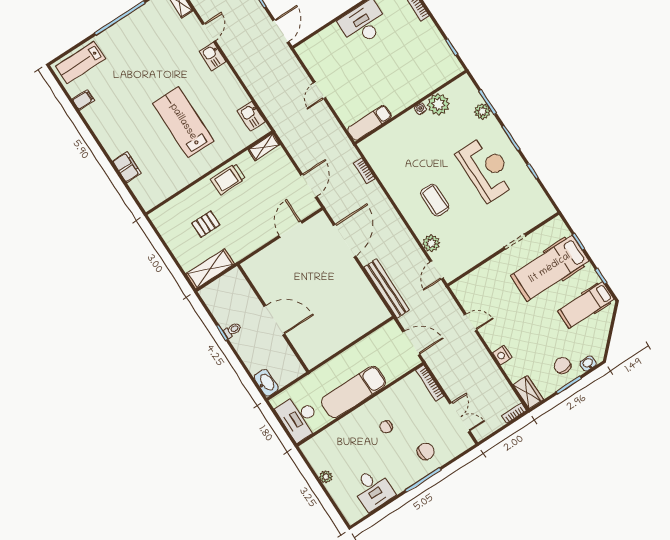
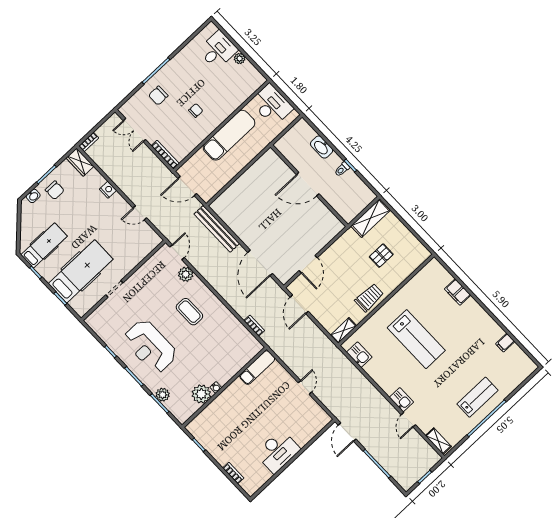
lab bench: (80, 62) -> (477, 397), moved
washbasin: (266, 383) -> (322, 147), moved
desk: (373, 489) -> (218, 50), moved, turned 90

